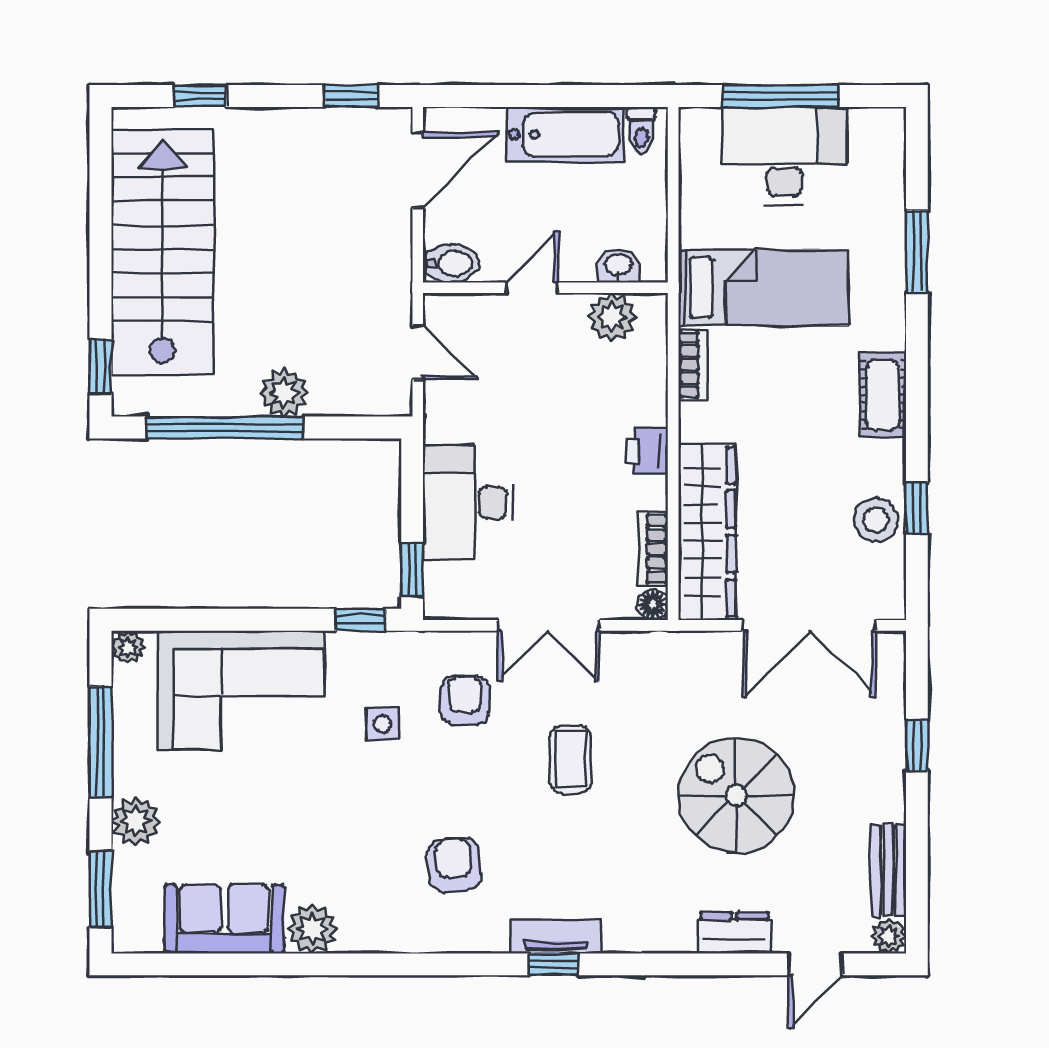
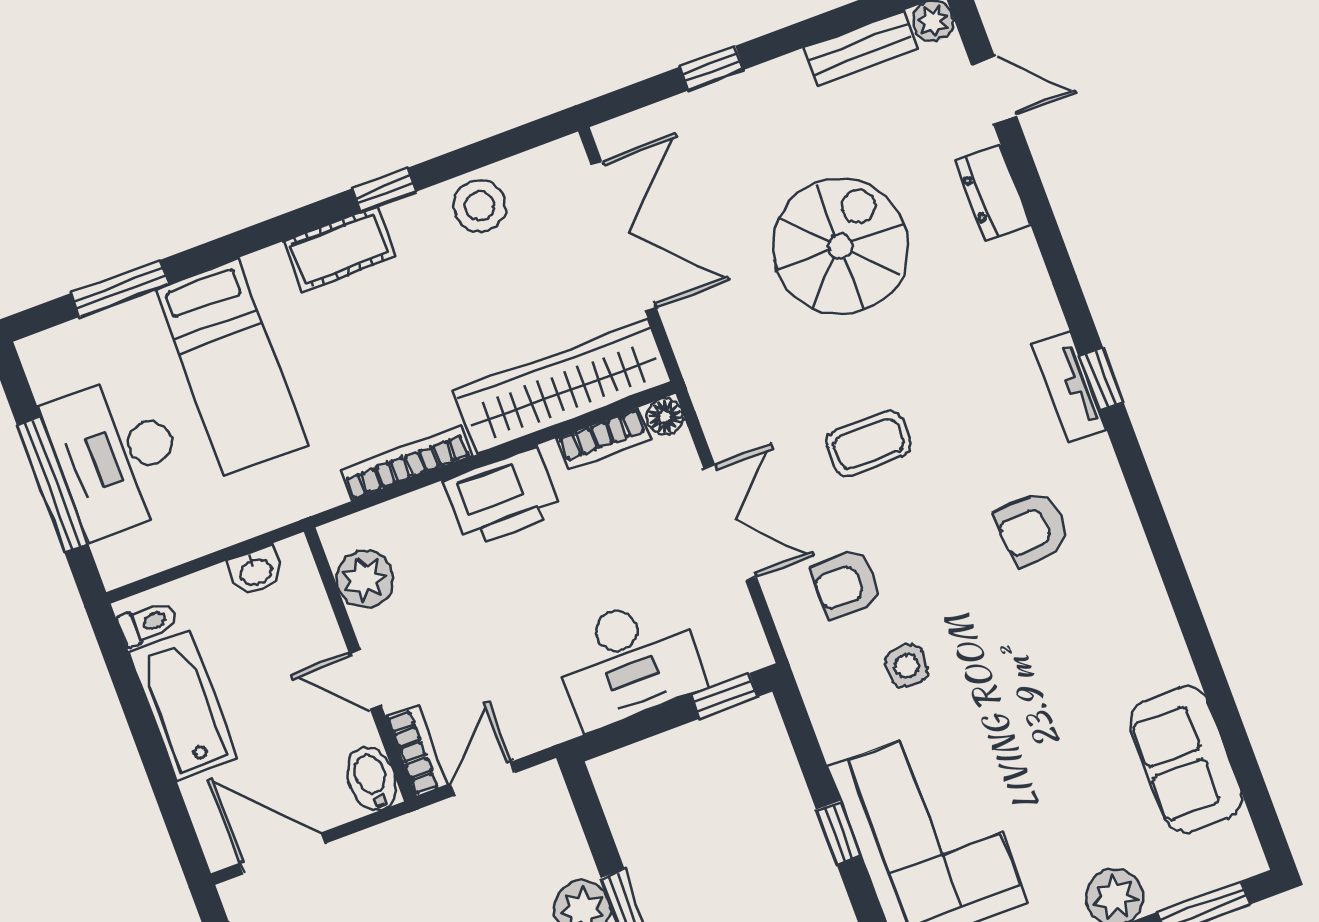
window: (917, 251) -> (120, 288), moved
washbasin: (618, 266) -> (256, 571), moved, turned -90
bed: (763, 288) -> (231, 367), moved, turned 180
bookcase: (459, 308) -> (417, 751), added
bookcase: (692, 365) -> (406, 463), width x1.56
printer: (647, 451) -> (502, 497), width x1.87, depth x1.48
window: (917, 508) -> (384, 190), moved
window: (360, 620) -> (838, 833), moved
spiral stairs: (736, 795) -> (840, 247), turned 180
plant: (312, 929) -> (1161, 659), removed

